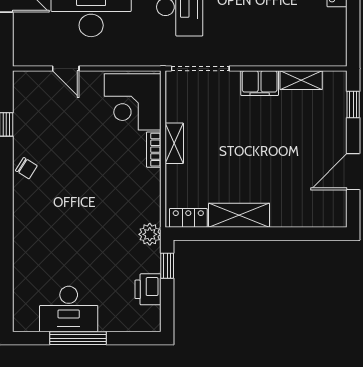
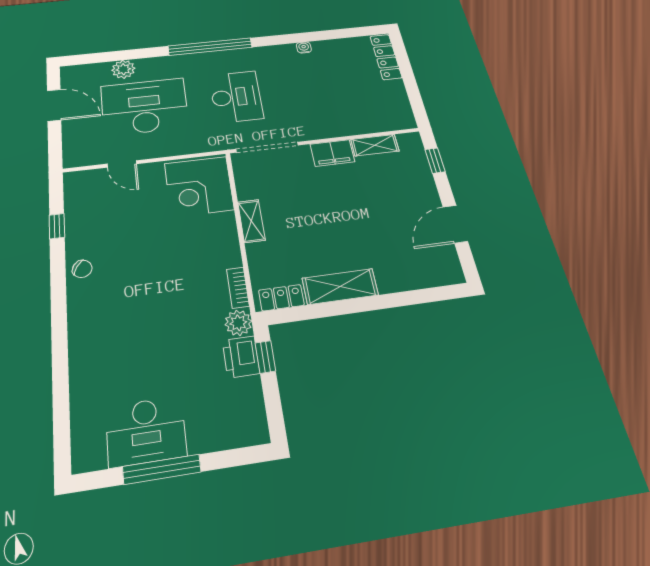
bookcase: (154, 150) -> (238, 288), moved
printer: (148, 289) -> (241, 357), moved

